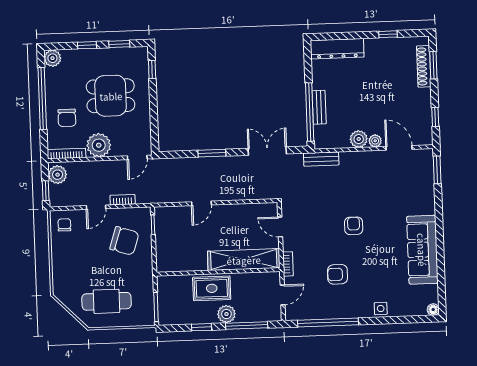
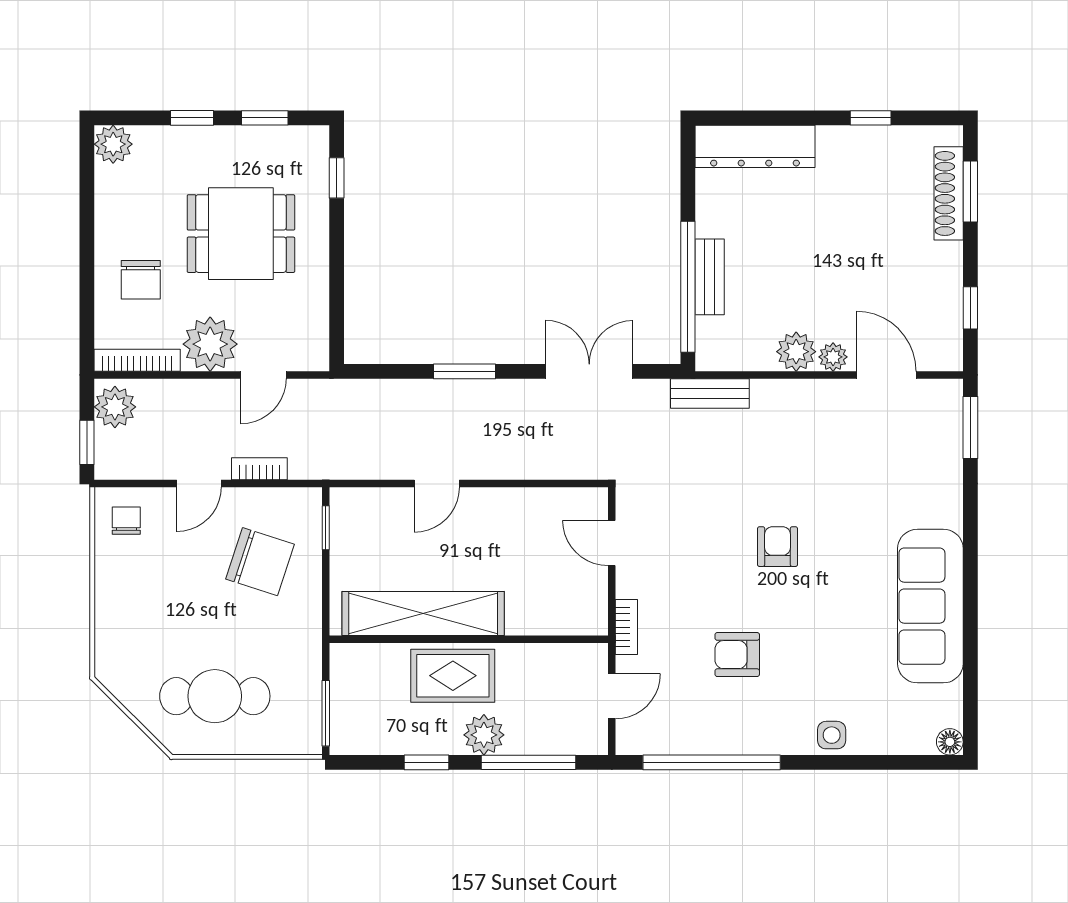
window: (42, 98) -> (87, 234), removed
door: (137, 157) -> (263, 375), moved
shelving: (244, 260) -> (423, 614), moved

